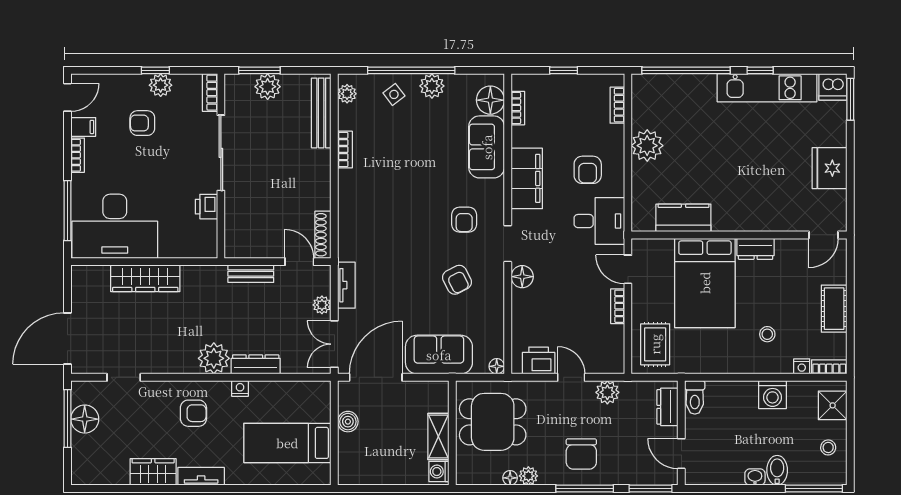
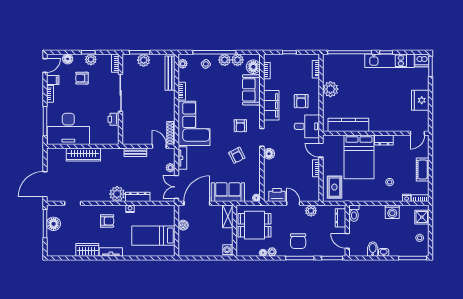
floor lamp: (113, 84) -> (68, 59), added
plant: (458, 86) -> (237, 60), added
corner sofa: (370, 215) -> (194, 123), added
kitchen counter: (683, 218) -> (348, 125), width x1.50
shelving: (438, 437) -> (228, 216), moved
bidet: (777, 470) -> (373, 249), moved

